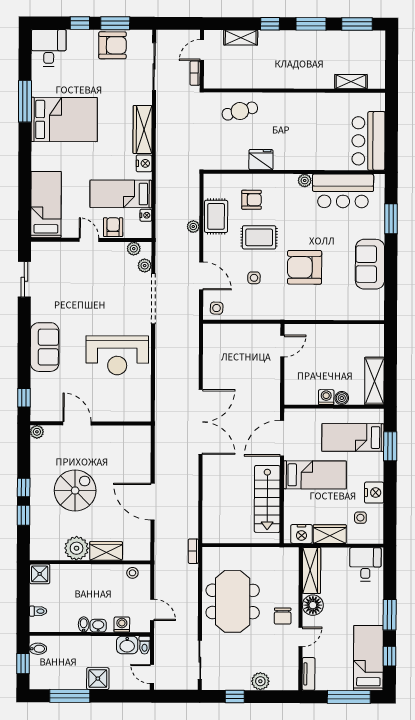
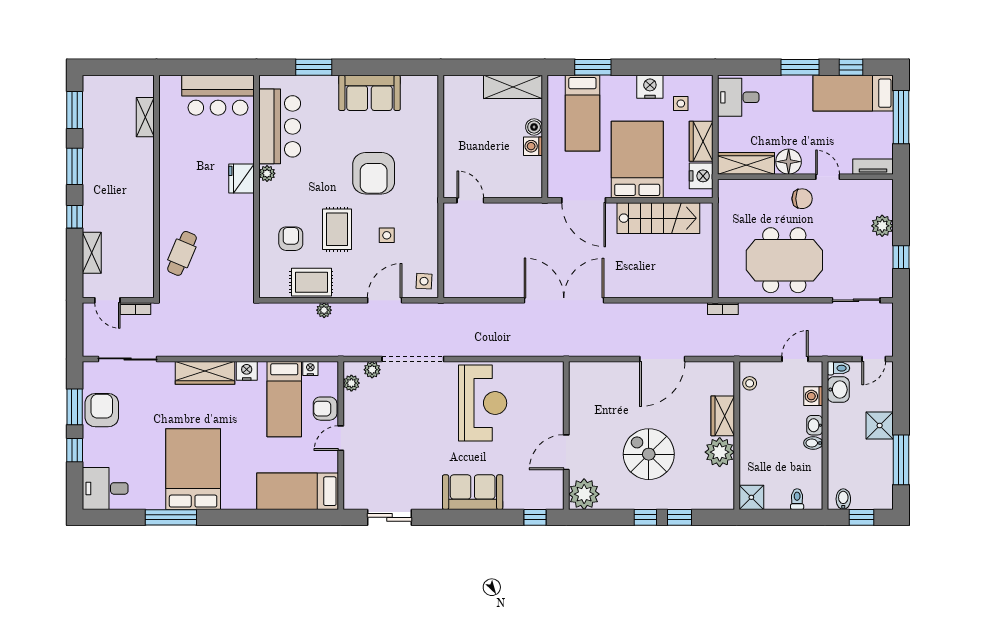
cafe table: (240, 111) -> (182, 253), turned 38
fridge: (261, 160) -> (242, 179), moved
plant: (37, 432) -> (584, 494), width x1.87, depth x1.87
bed: (315, 475) -> (637, 160), width x1.50

